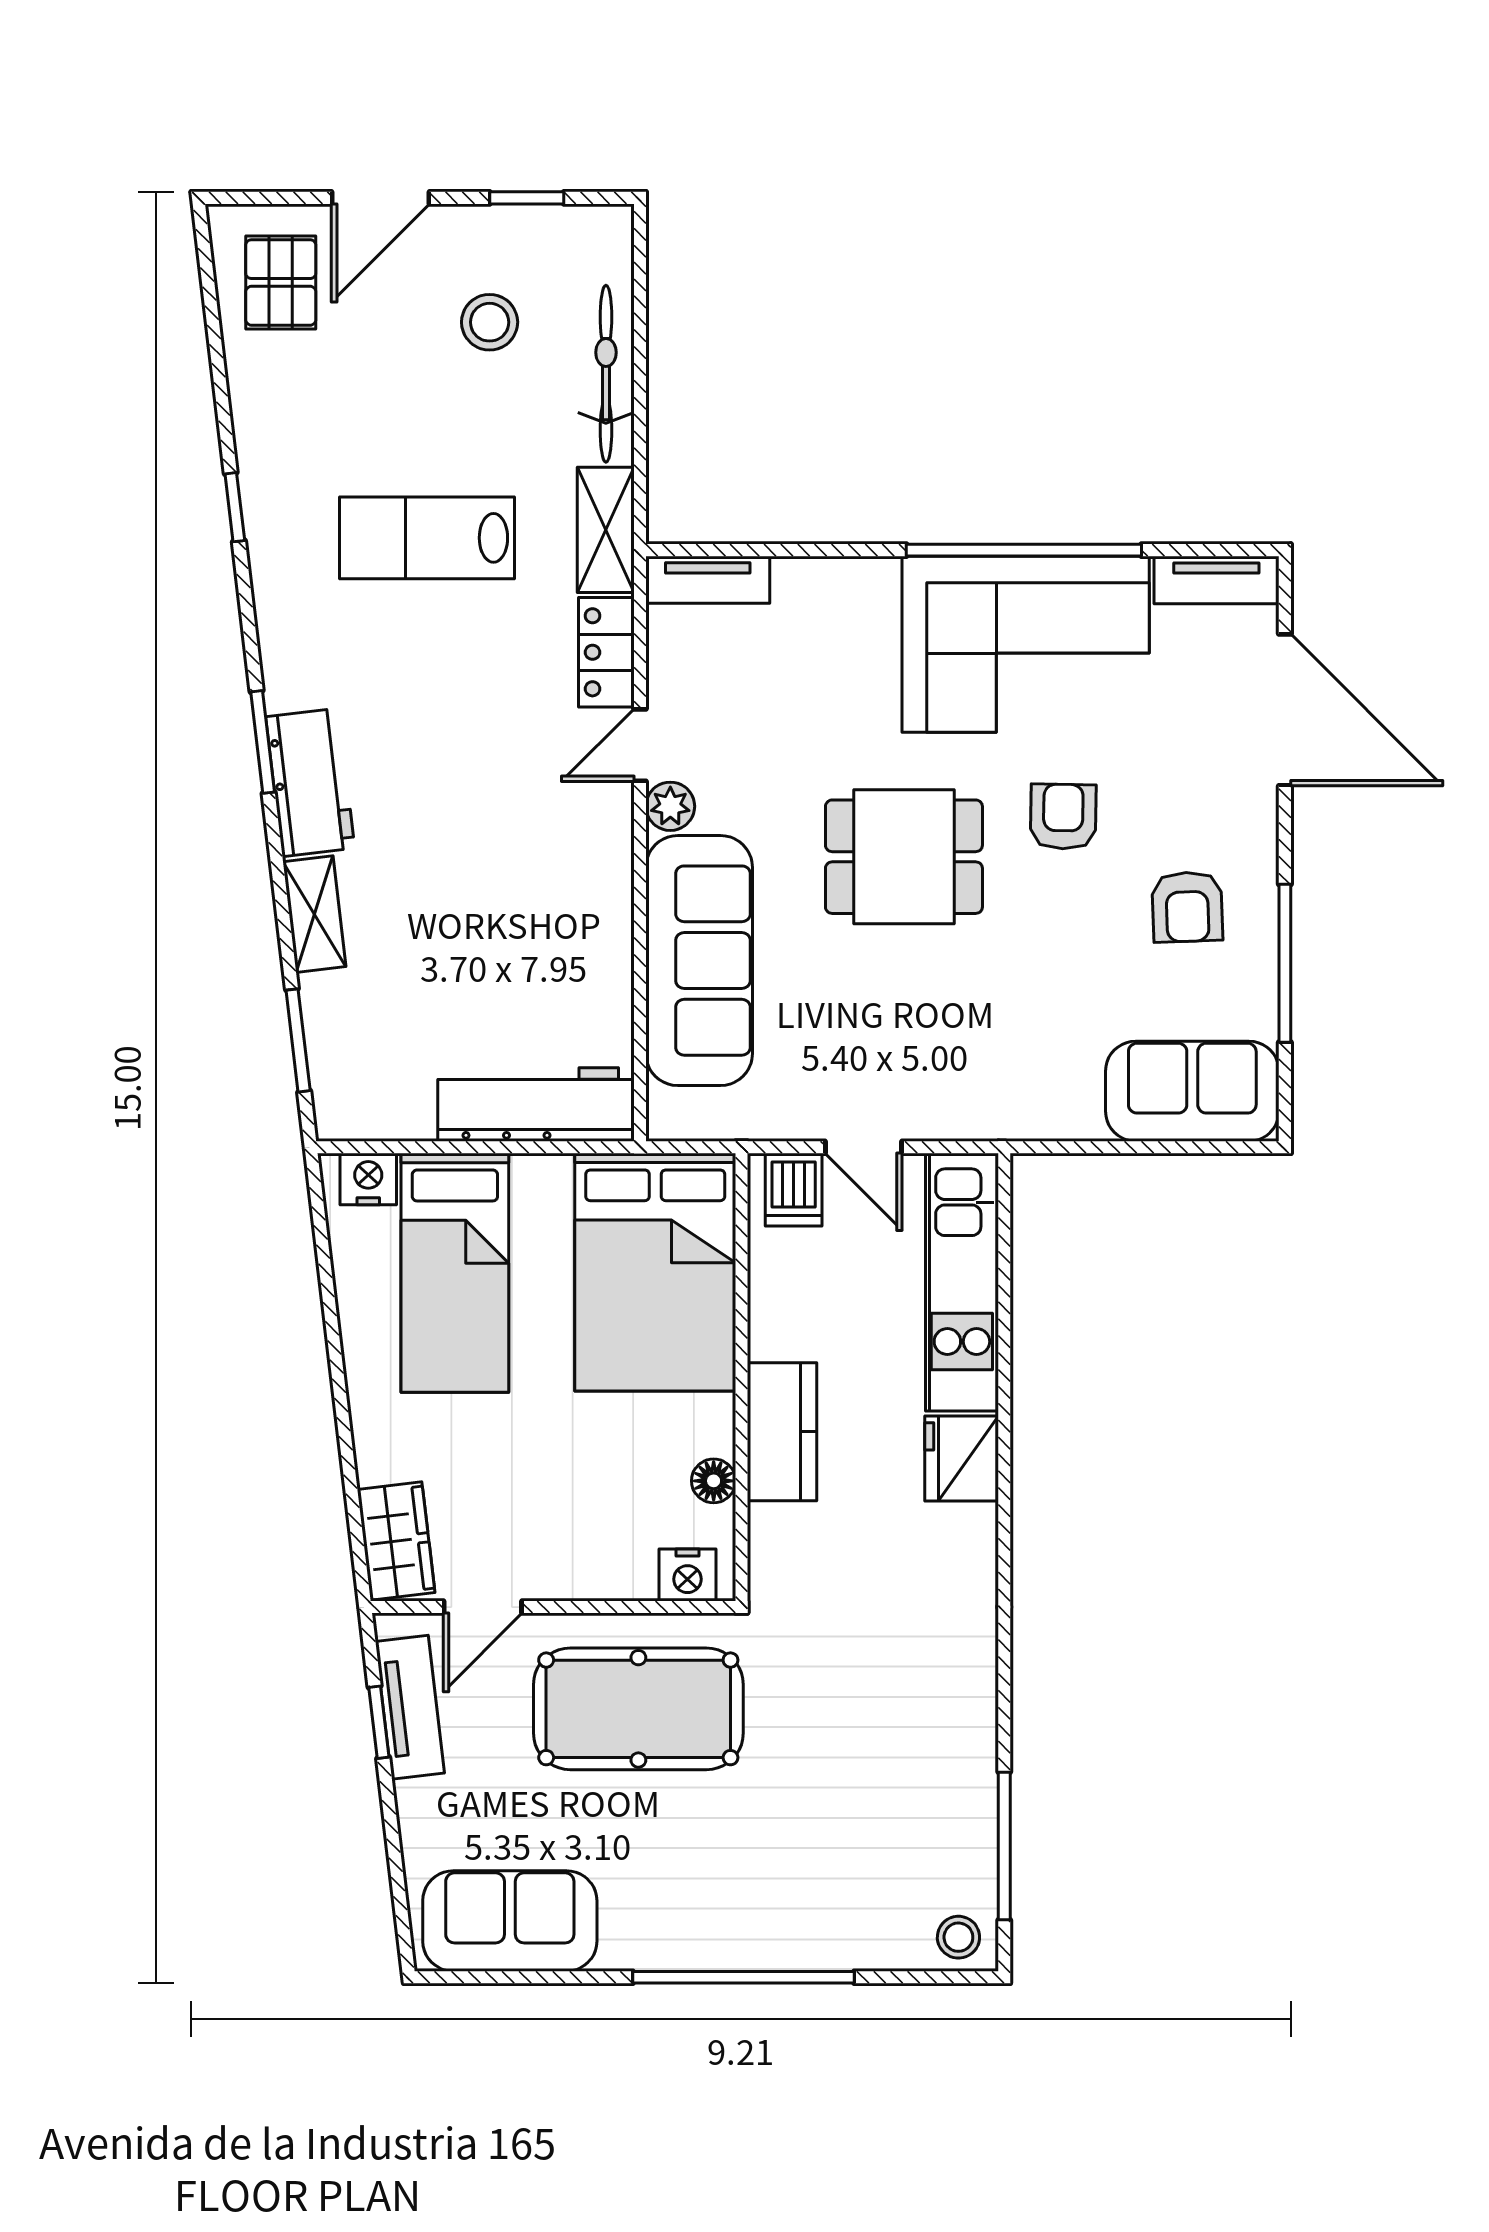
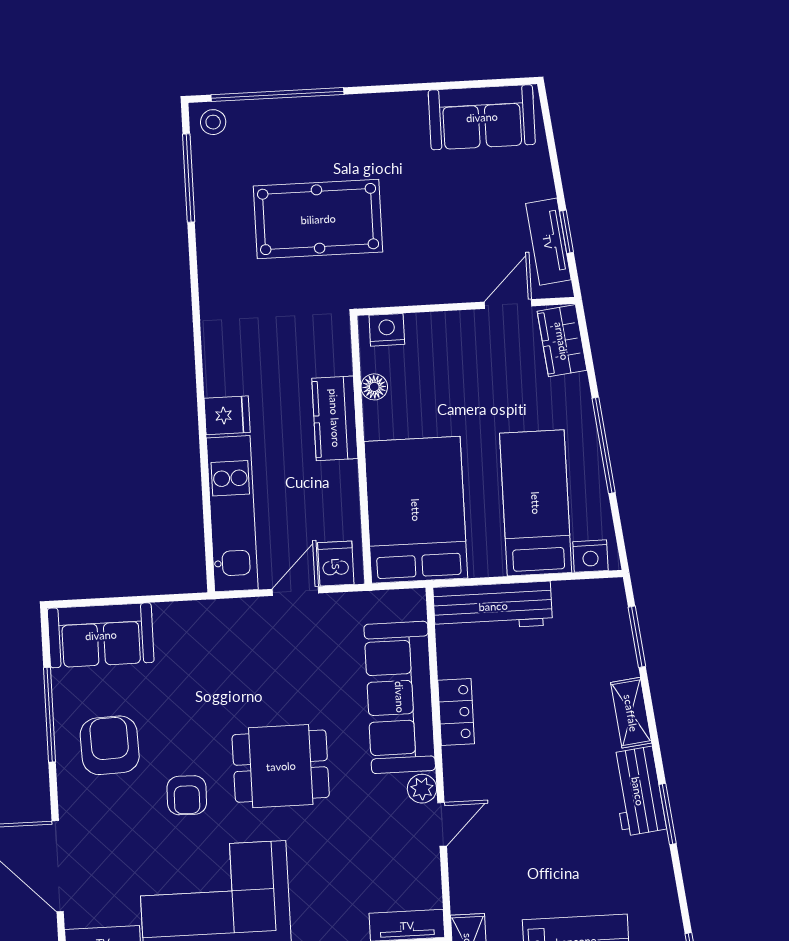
locker: (606, 652) -> (456, 712), moved
armchair: (1187, 907) -> (110, 745), width x1.38, depth x1.38
door: (863, 1147) -> (295, 591), hinge flipped
window: (336, 1363) -> (604, 445), added
fridge: (962, 1459) -> (227, 415), width x0.72
pool table: (638, 1709) -> (318, 219), moved
window: (743, 1977) -> (277, 95), moved

